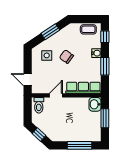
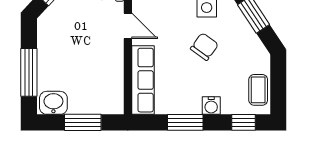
washbasin: (95, 104) -> (53, 103), moved

